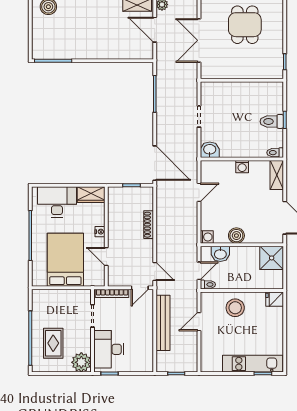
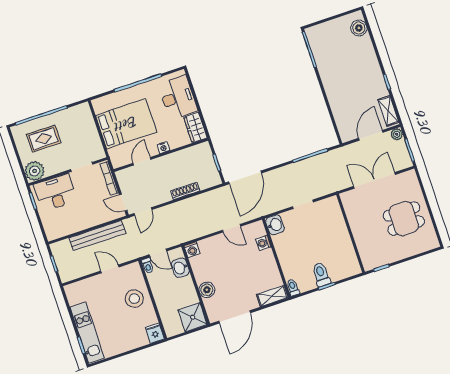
washing machine: (242, 167) -> (263, 243), moved
boiler: (236, 236) -> (207, 290), moved

